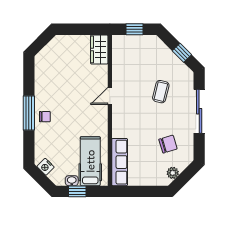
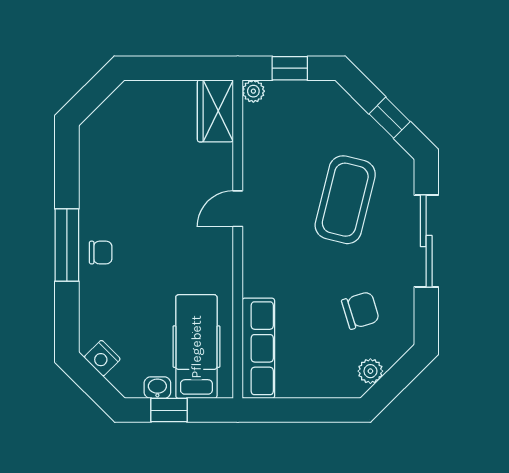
plant: (117, 40) -> (253, 91), added
coffee table: (161, 92) -> (345, 200), width x1.86, depth x1.72

